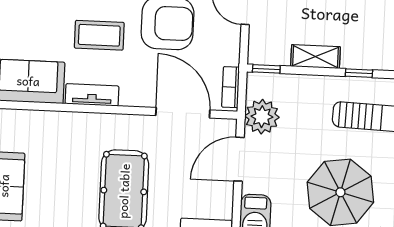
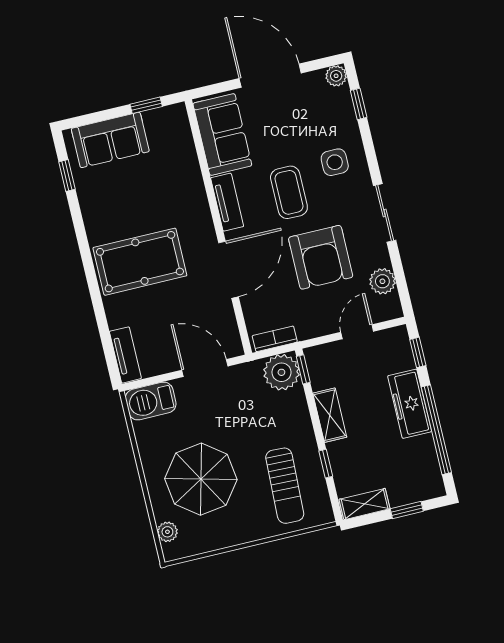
door: (183, 113) -> (229, 270), moved
plant: (262, 117) -> (281, 372), moved

